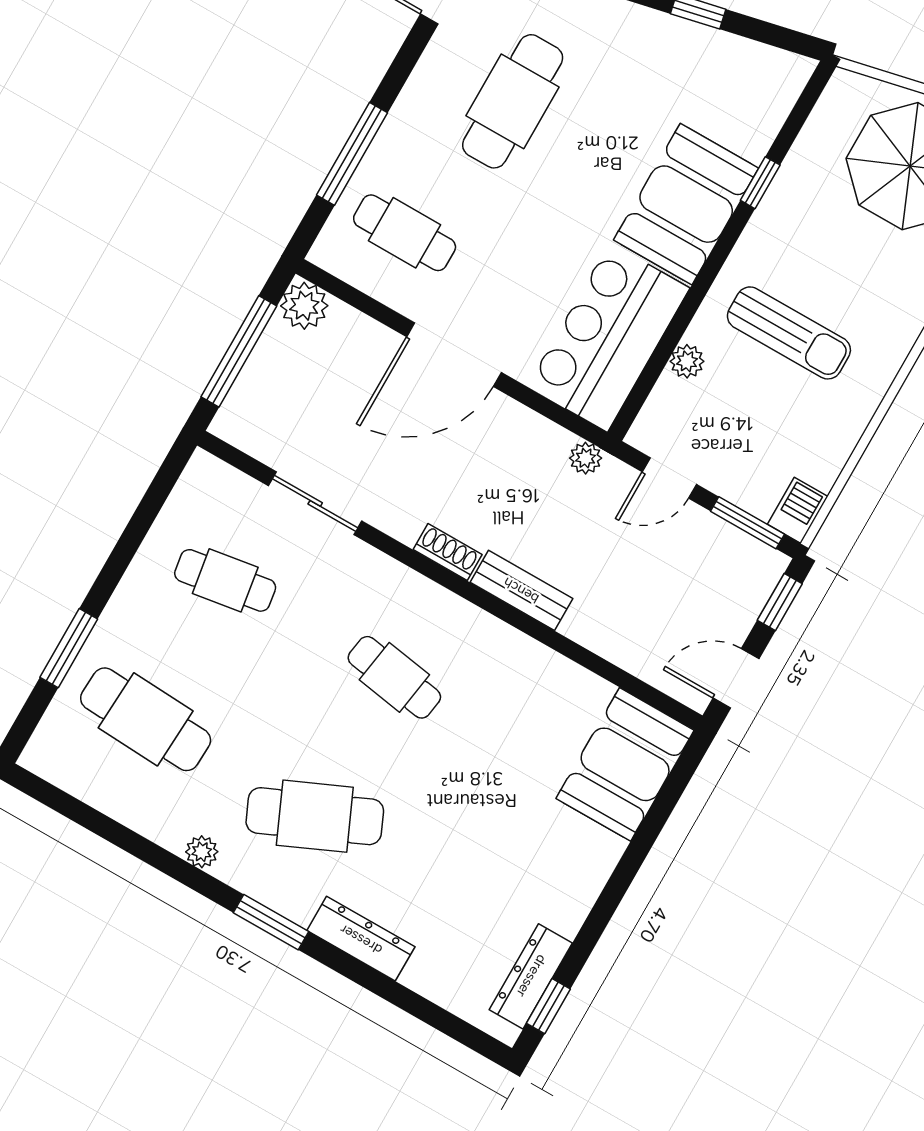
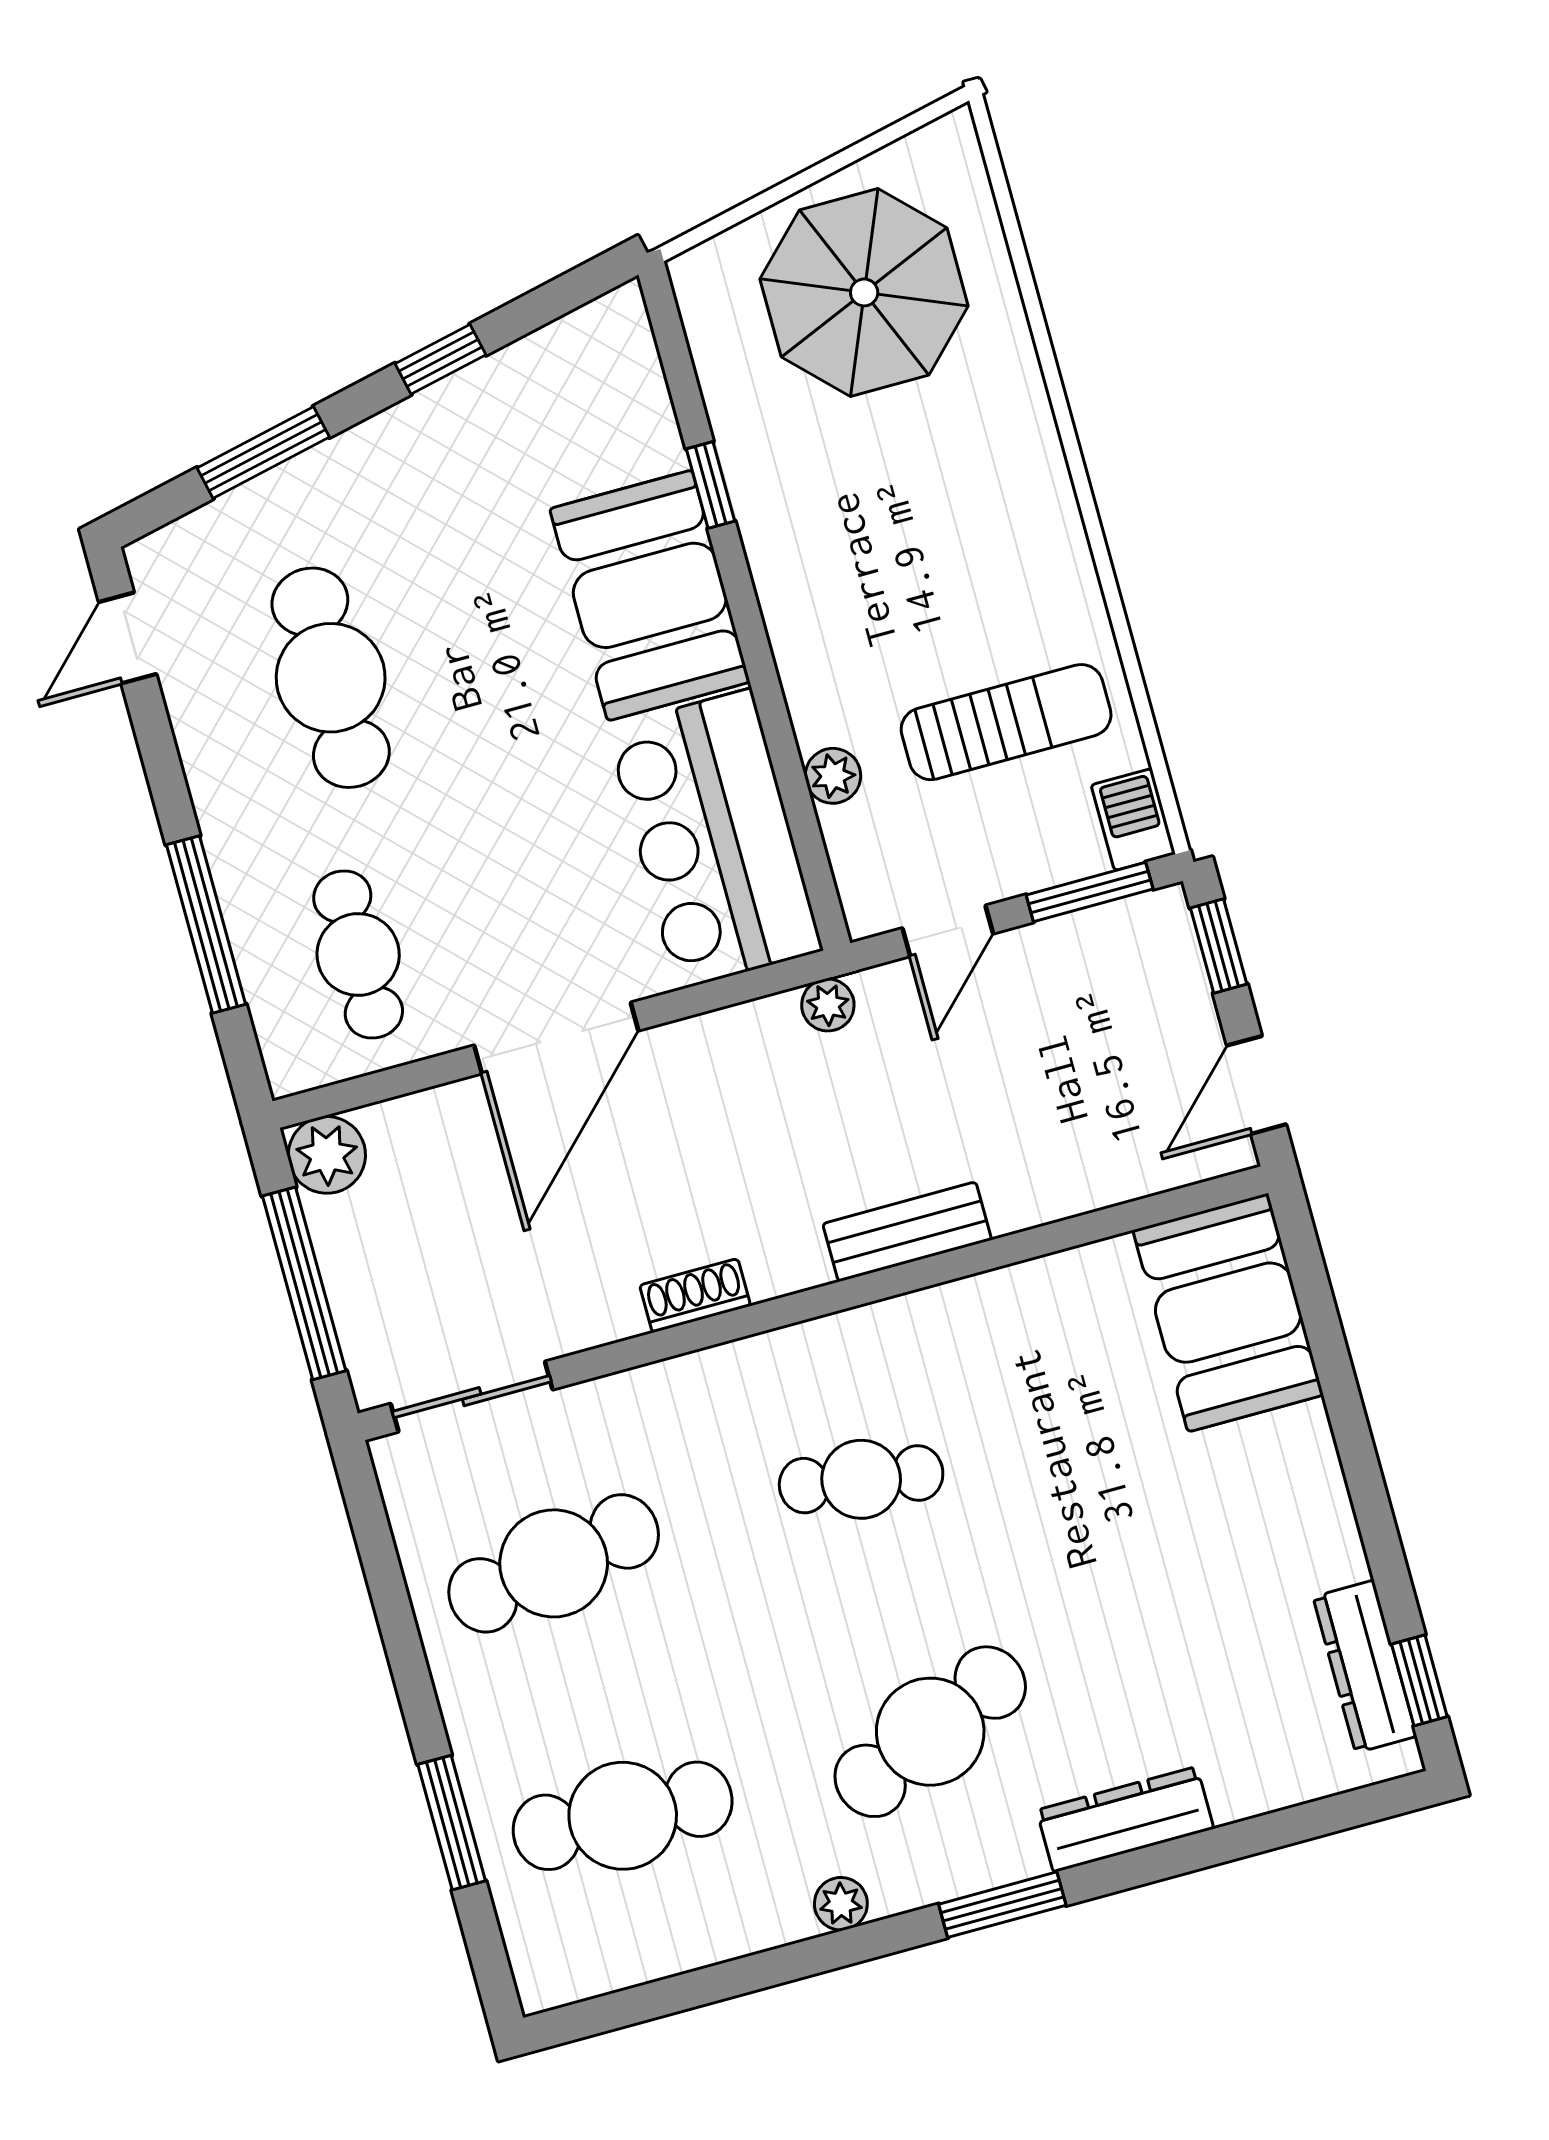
cafe table: (405, 233) -> (358, 955), turned 90
sun lounger: (789, 333) -> (1006, 722), moved
sliding door: (315, 503) -> (472, 1397), moved
shoe rack: (448, 552) -> (695, 1296), moved
cafe table: (225, 580) -> (554, 1563), width x1.37, depth x1.35

